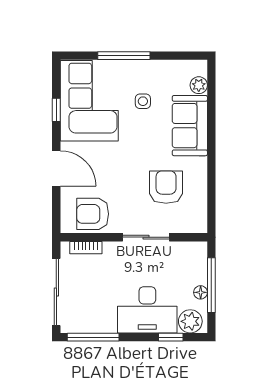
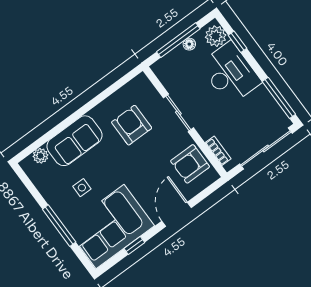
armchair: (166, 187) -> (132, 125), turned 90
armchair: (93, 214) -> (190, 164), turned 90

